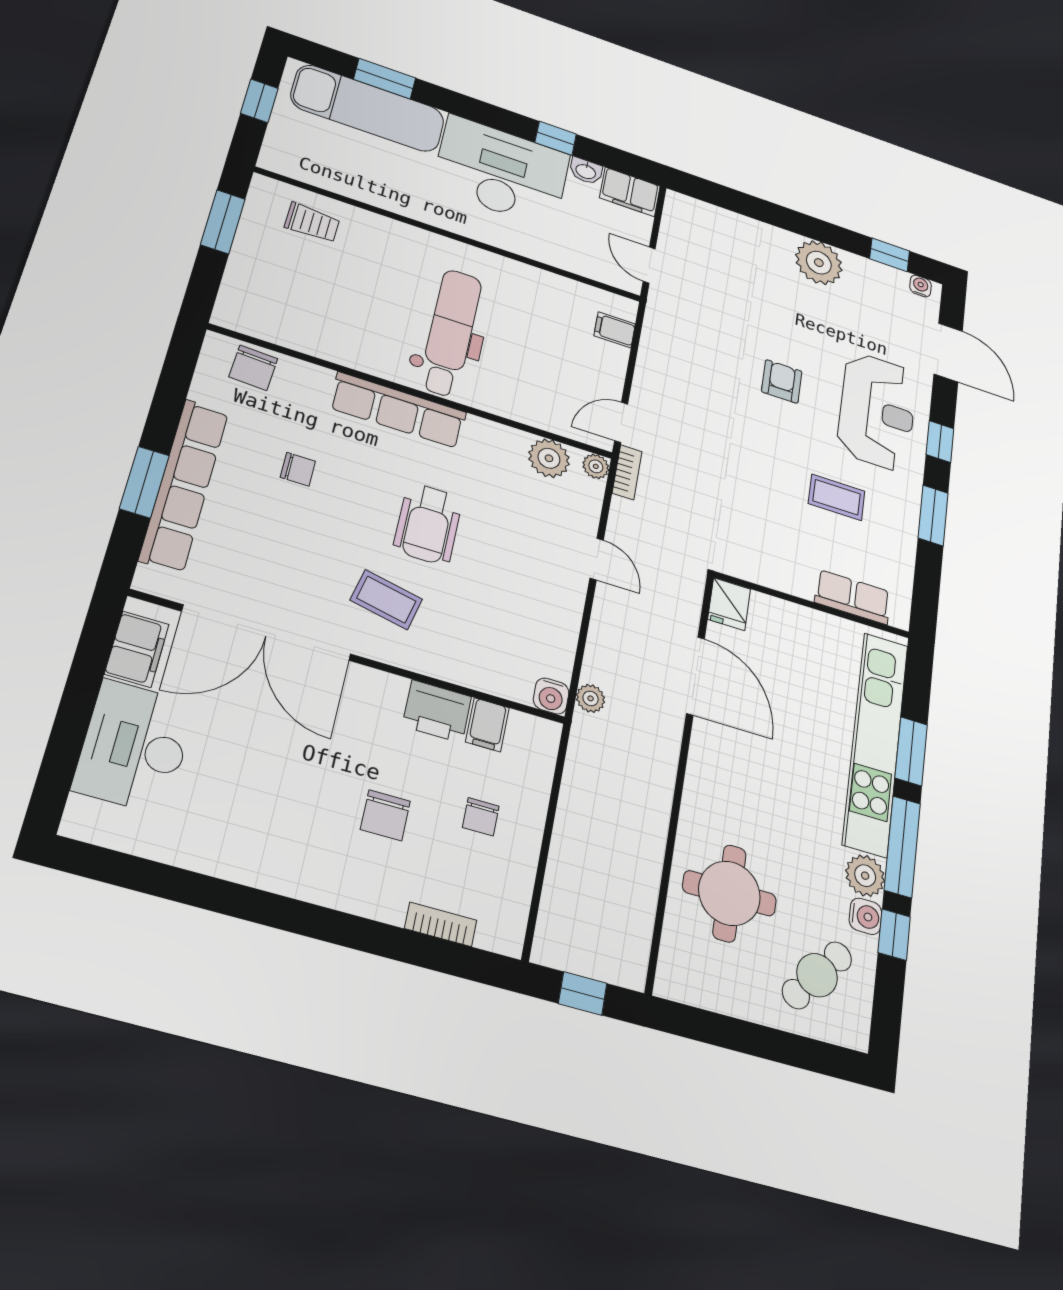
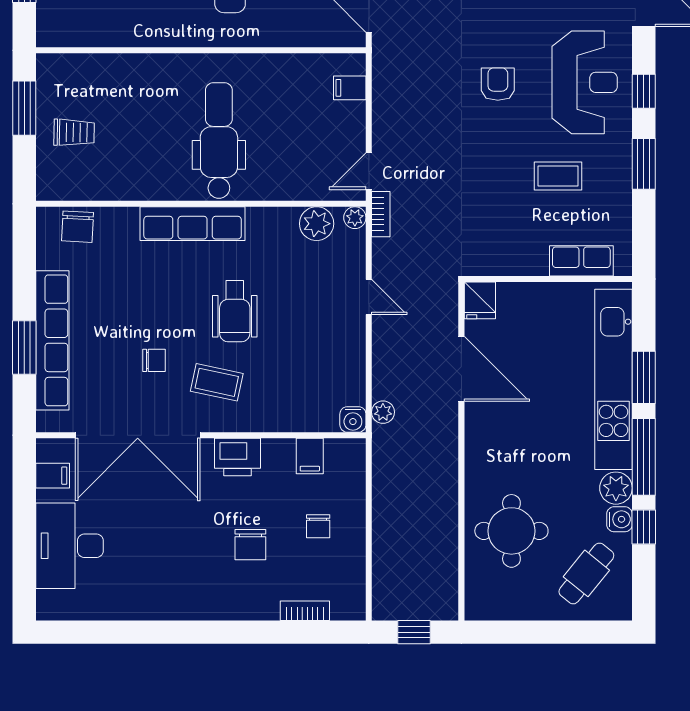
trolley: (312, 223) -> (74, 132), moved
chair: (298, 469) -> (154, 360), moved
filing cabinet: (137, 649) -> (53, 476), width x0.50
printer: (437, 711) -> (237, 457), moved

